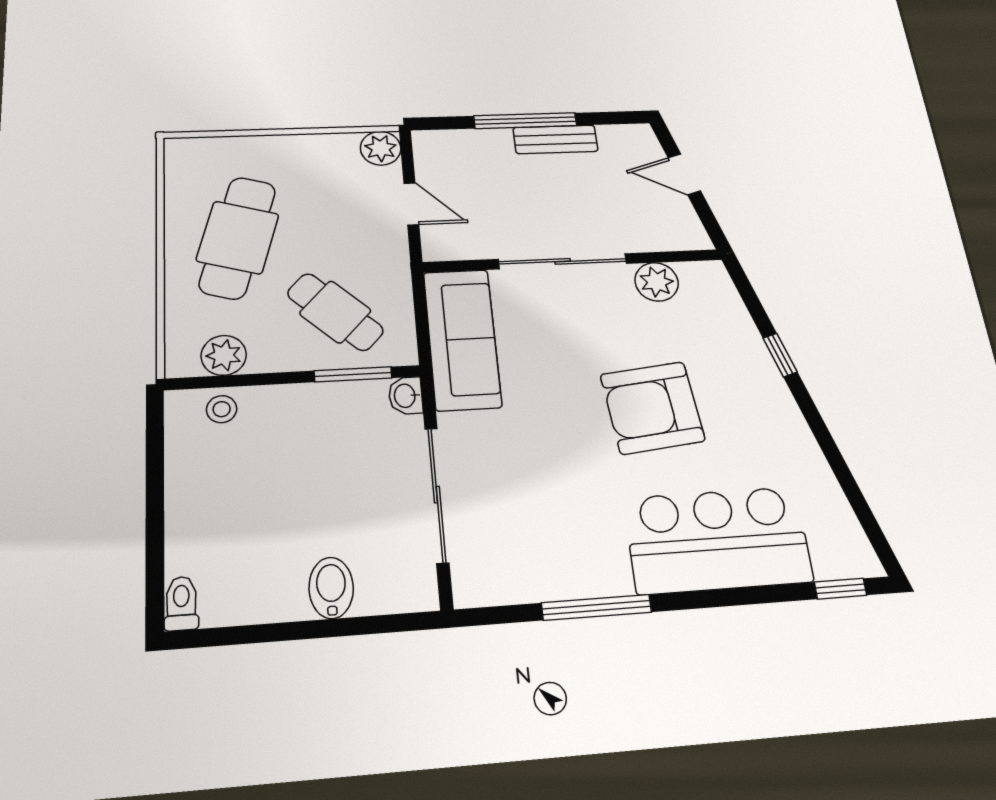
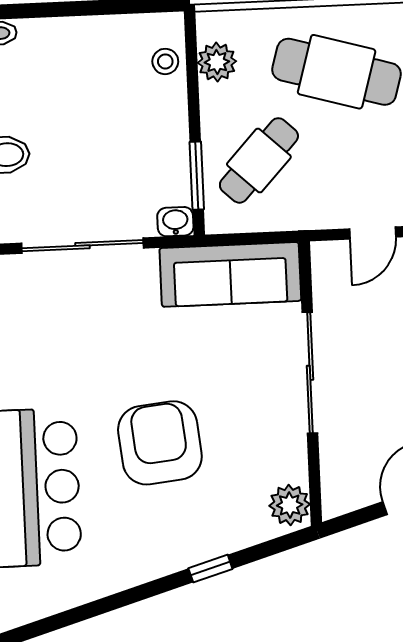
plant: (657, 282) -> (290, 505), moved

